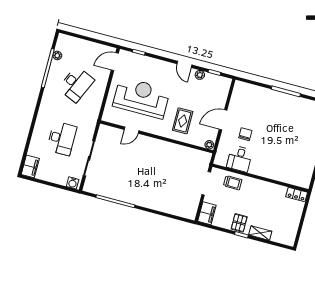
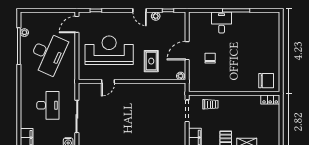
desk: (76, 84) -> (48, 54), width x1.36, depth x1.30
desk: (240, 159) -> (222, 23), moved, turned 180
chair: (298, 174) -> (266, 81), added

